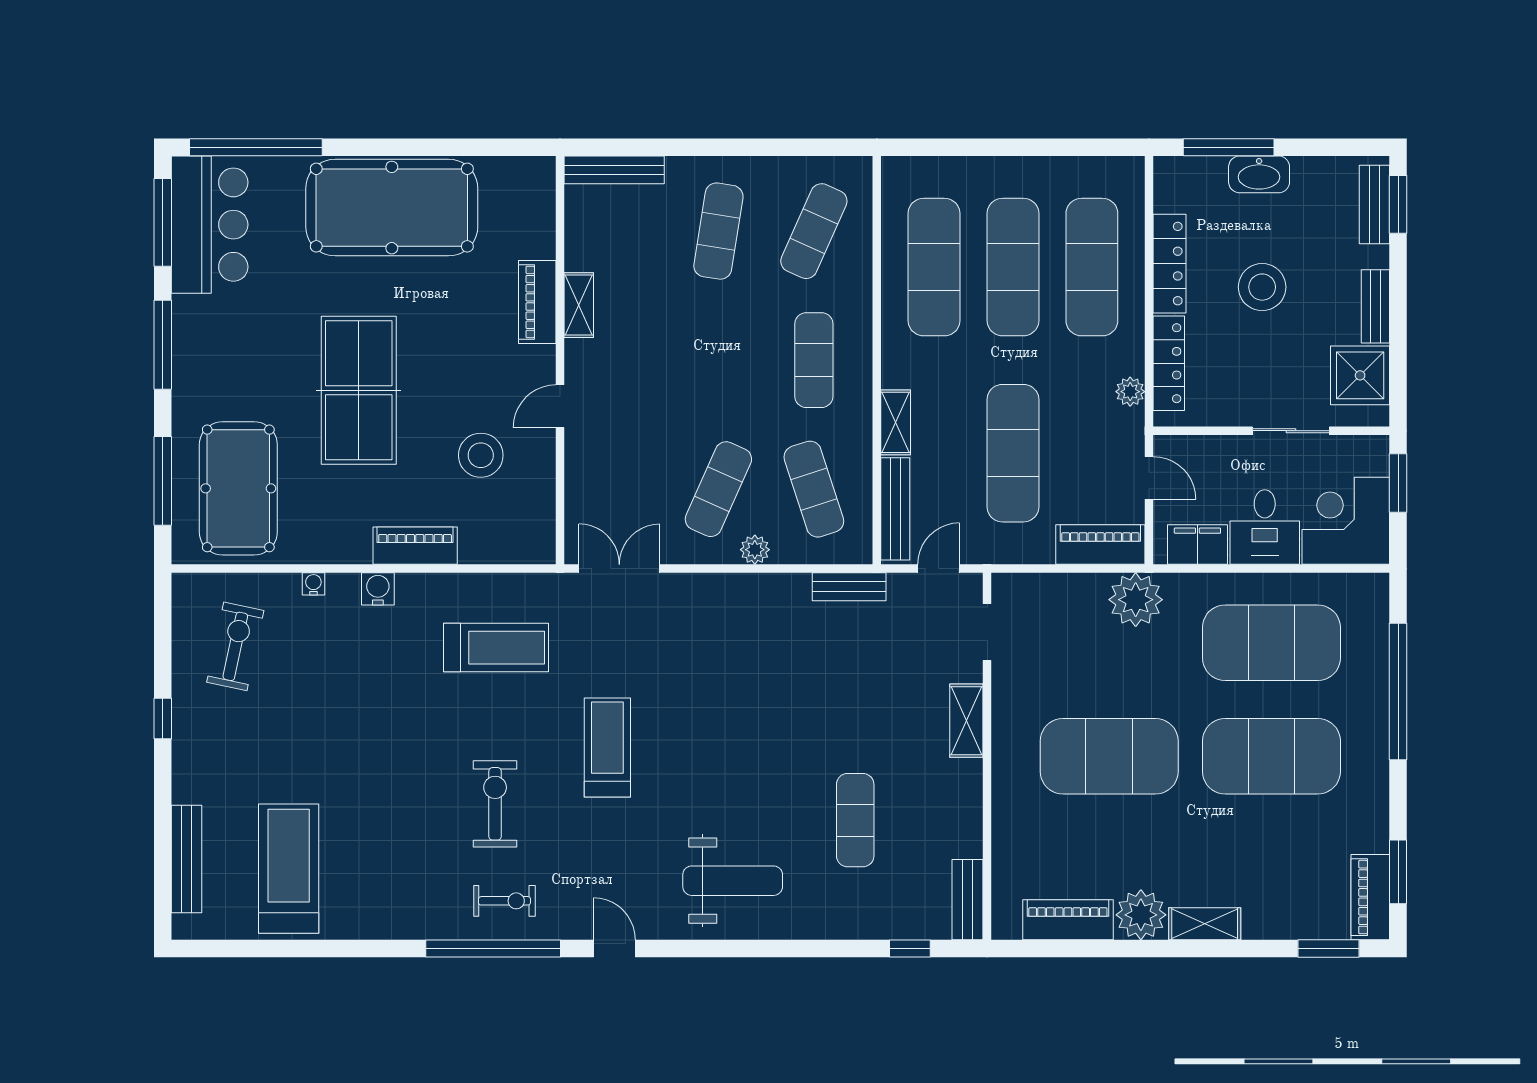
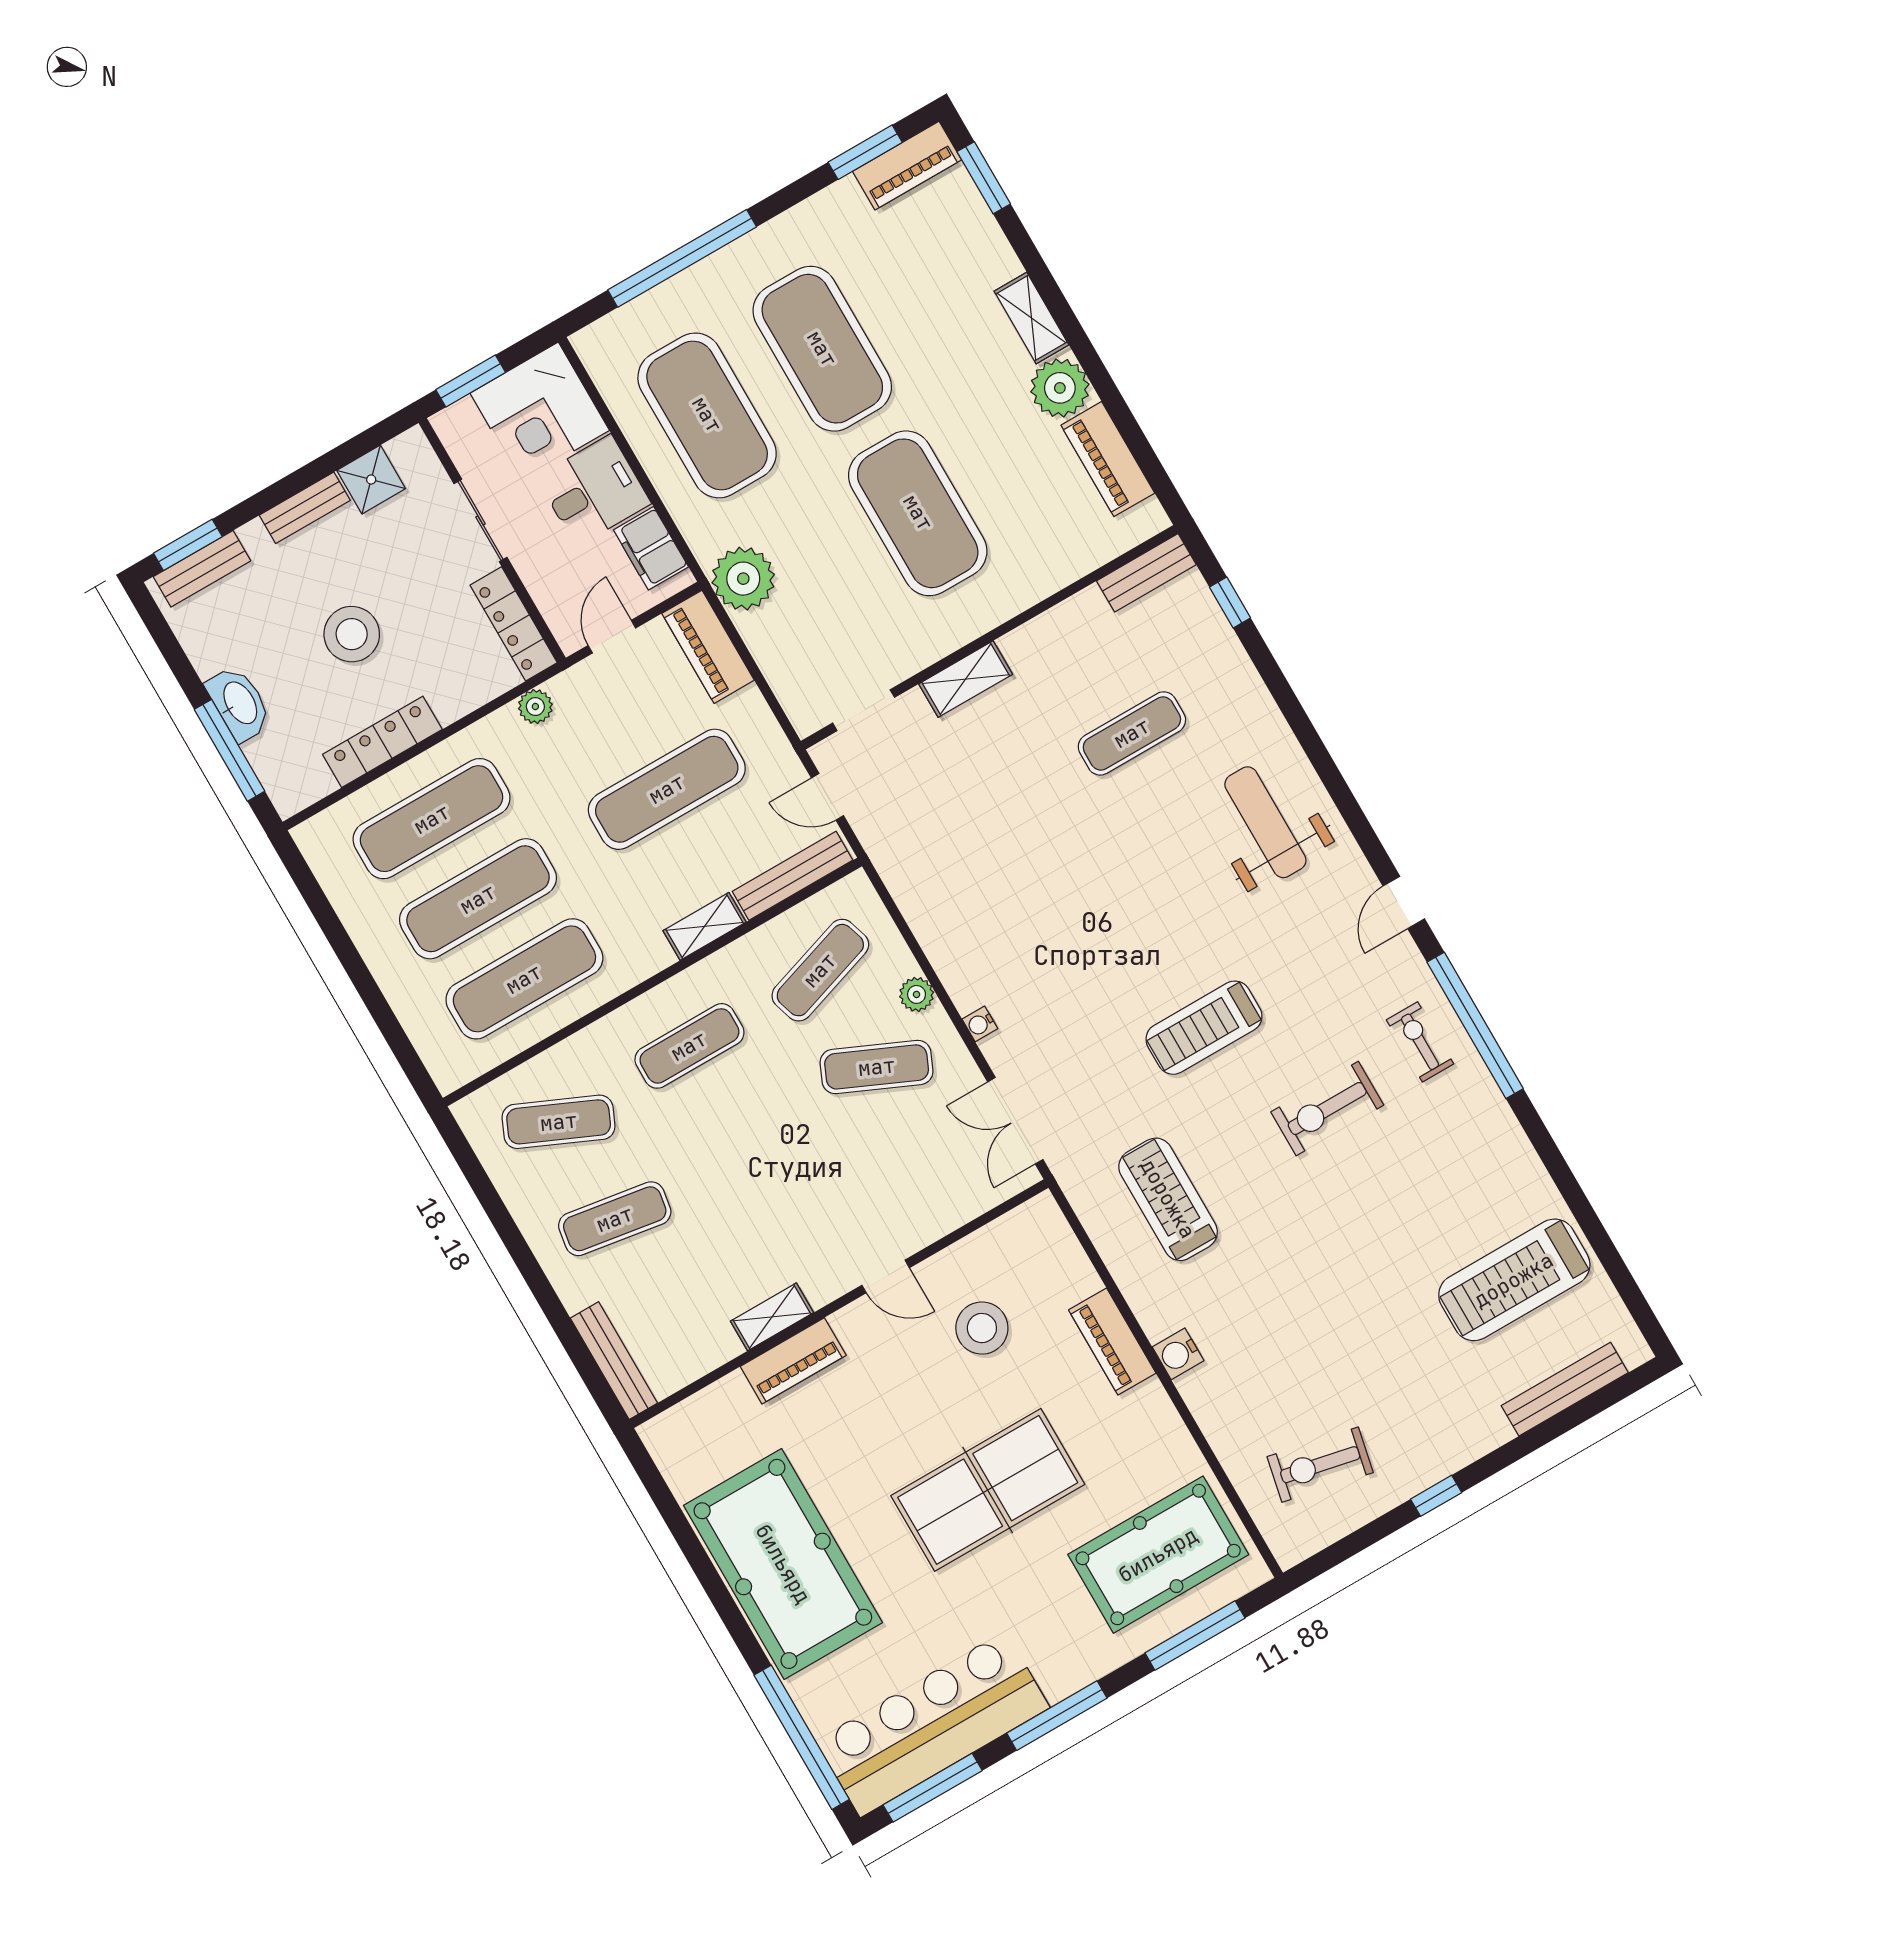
bar counter: (210, 225) -> (933, 1724), width x1.36
locker: (1169, 363) -> (514, 624), moved, turned -90
shower: (1360, 375) -> (371, 479), width x0.73, depth x0.73
water cooler: (313, 584) -> (980, 1024), moved
bench: (849, 587) -> (899, 877), removed

